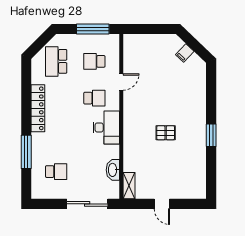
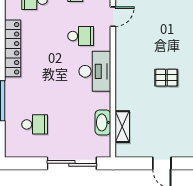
shelving: (129, 186) -> (122, 127), moved

